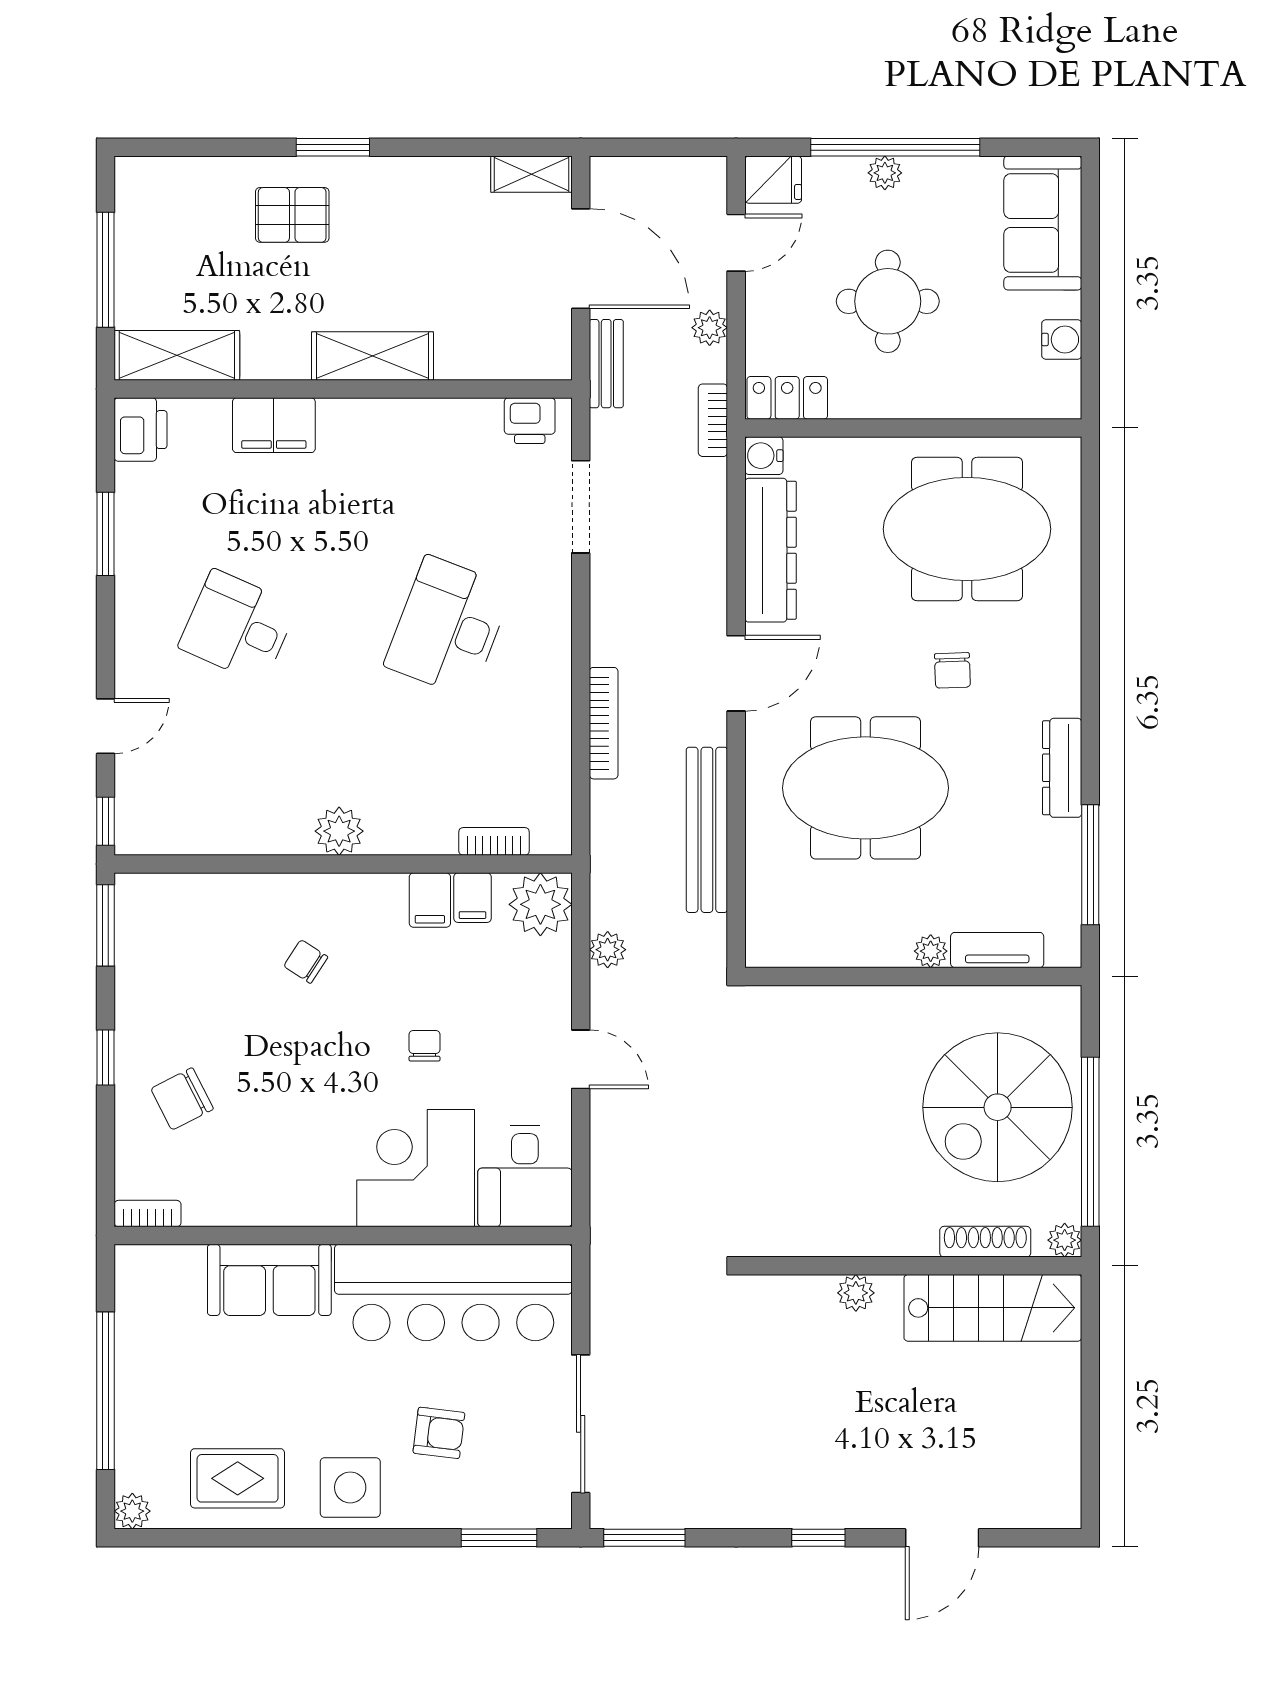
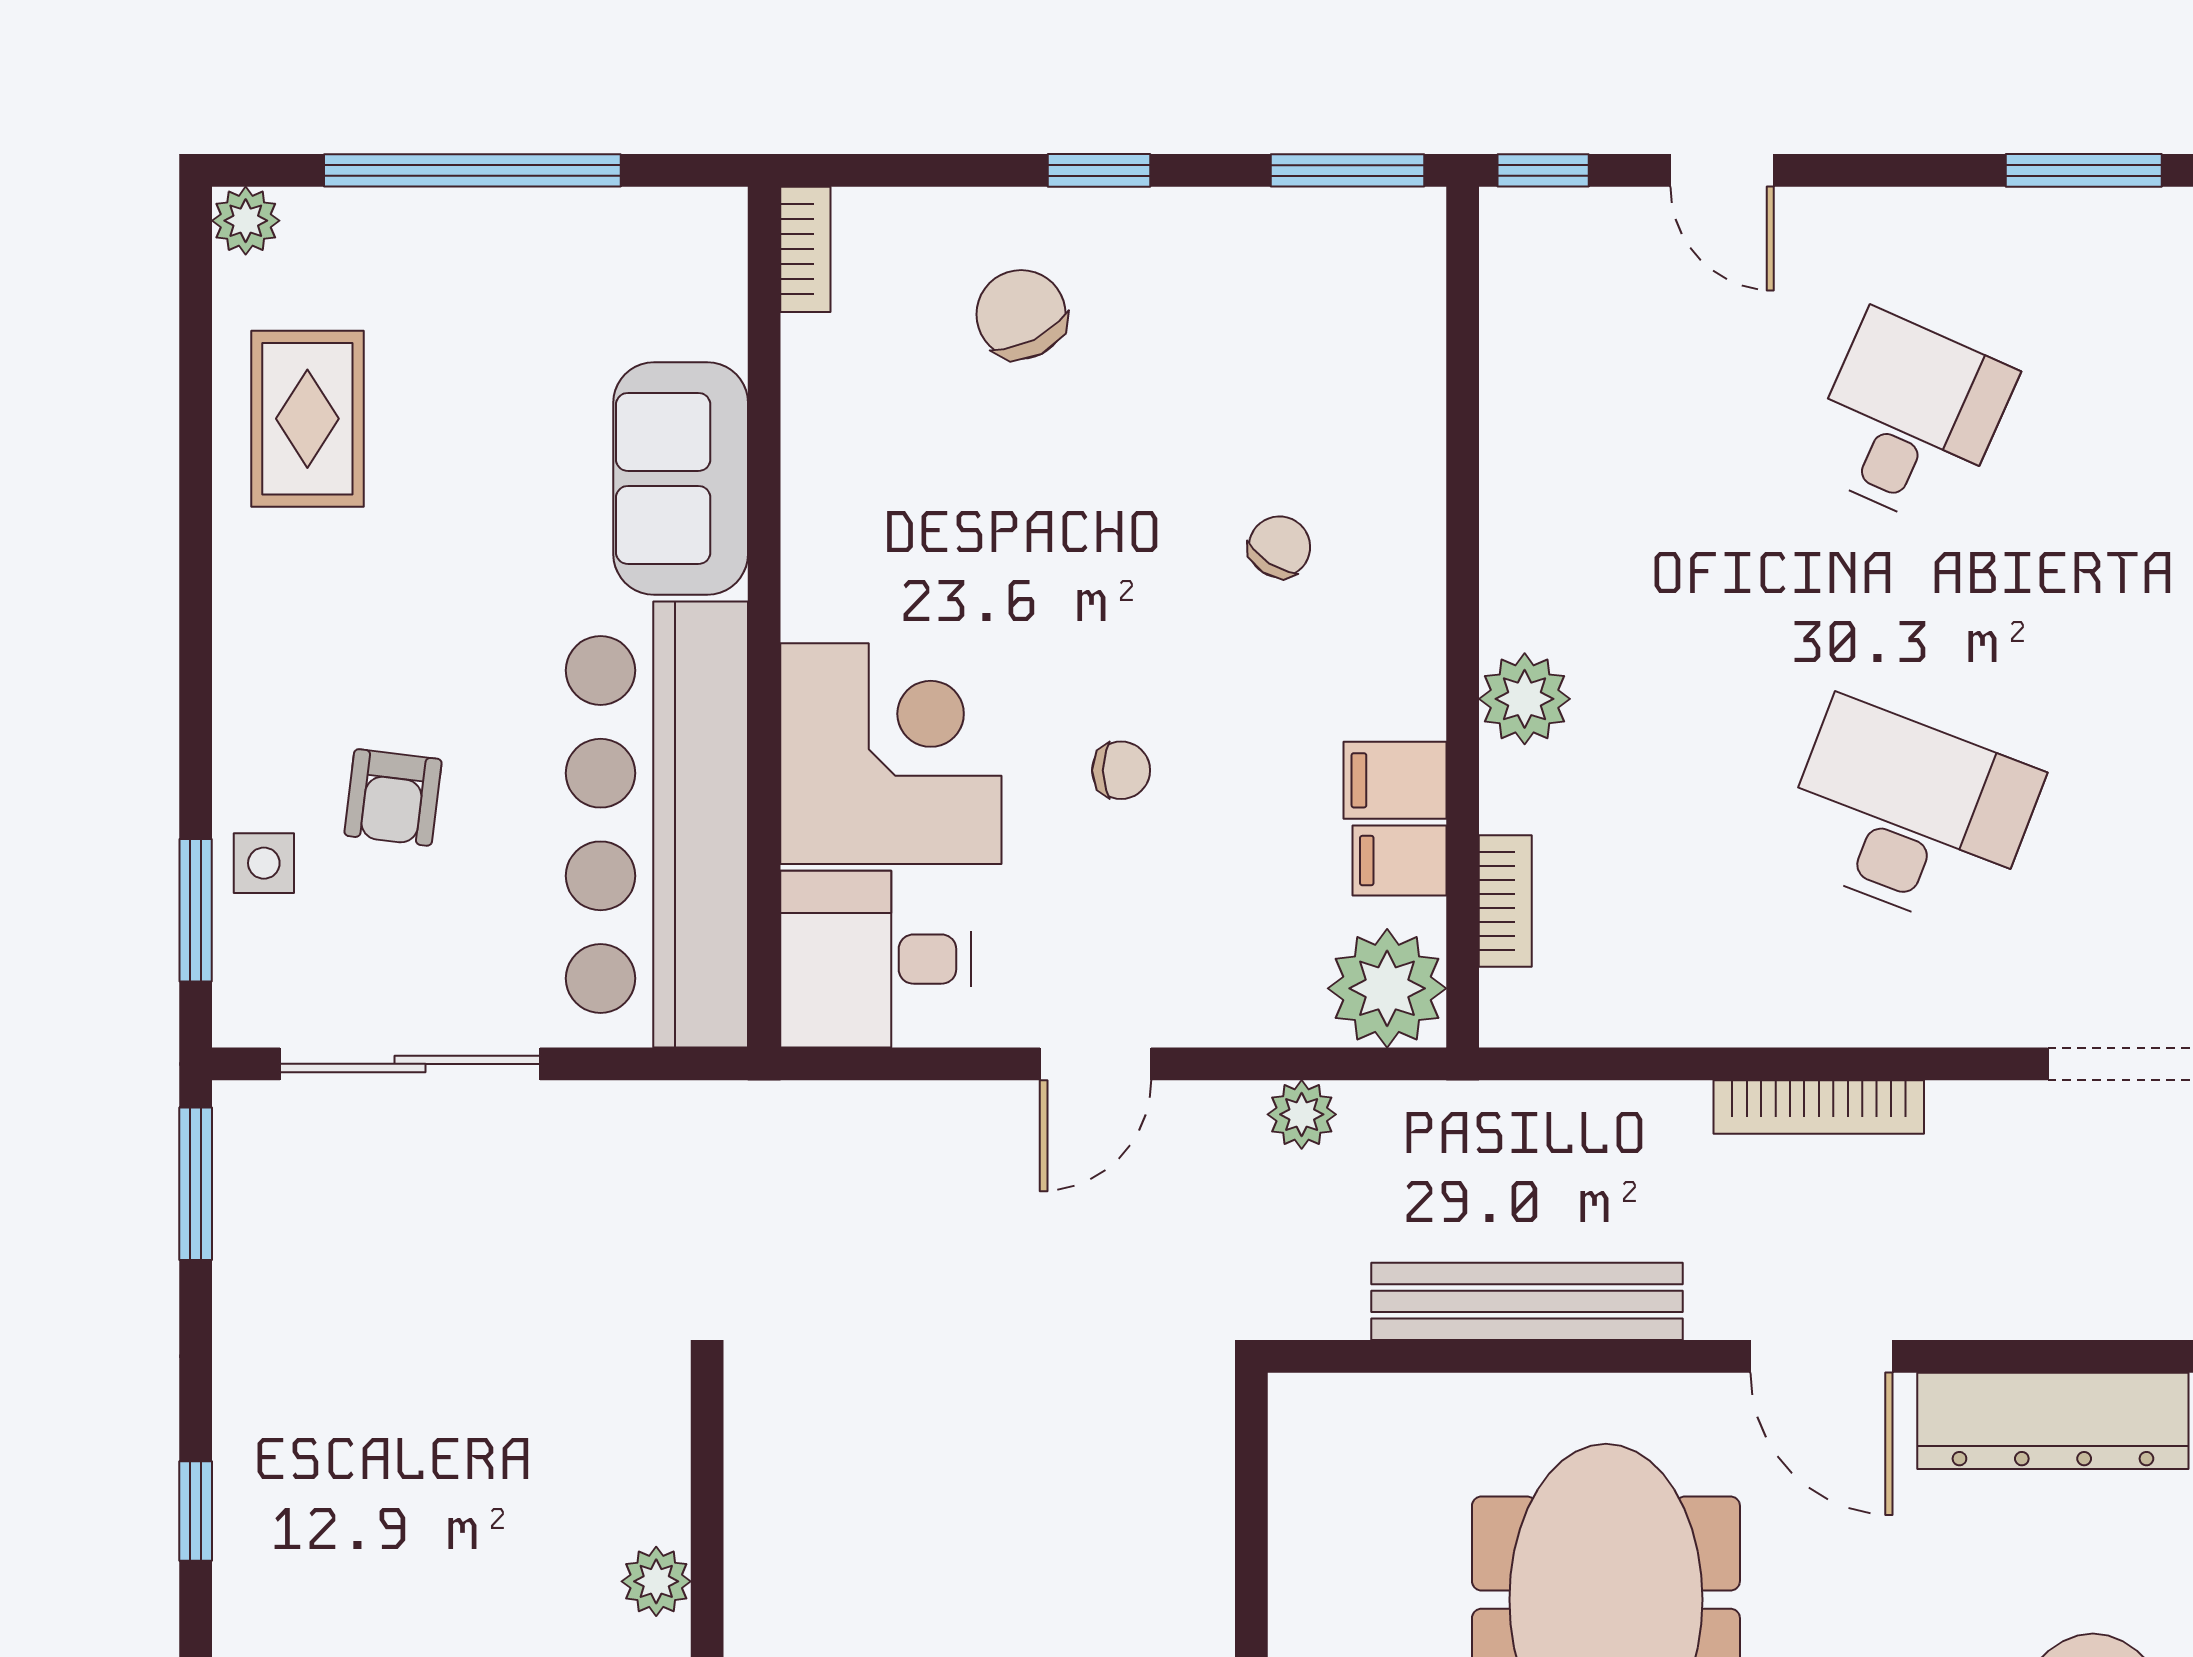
bookcase: (604, 723) -> (1819, 1107), moved
plant: (339, 831) -> (1525, 699), moved
side table: (350, 1487) -> (264, 863), moved, width x0.54, depth x0.54

